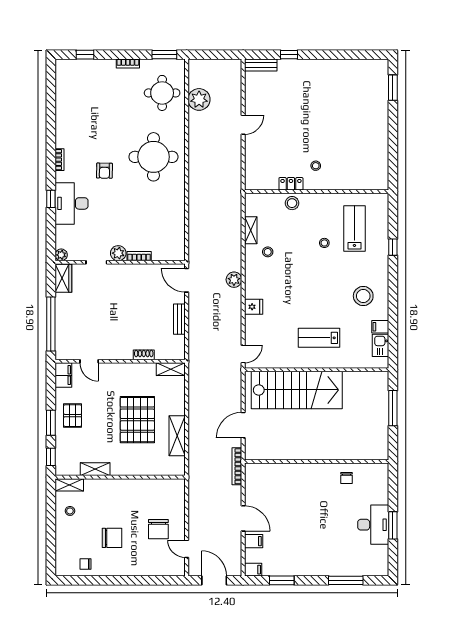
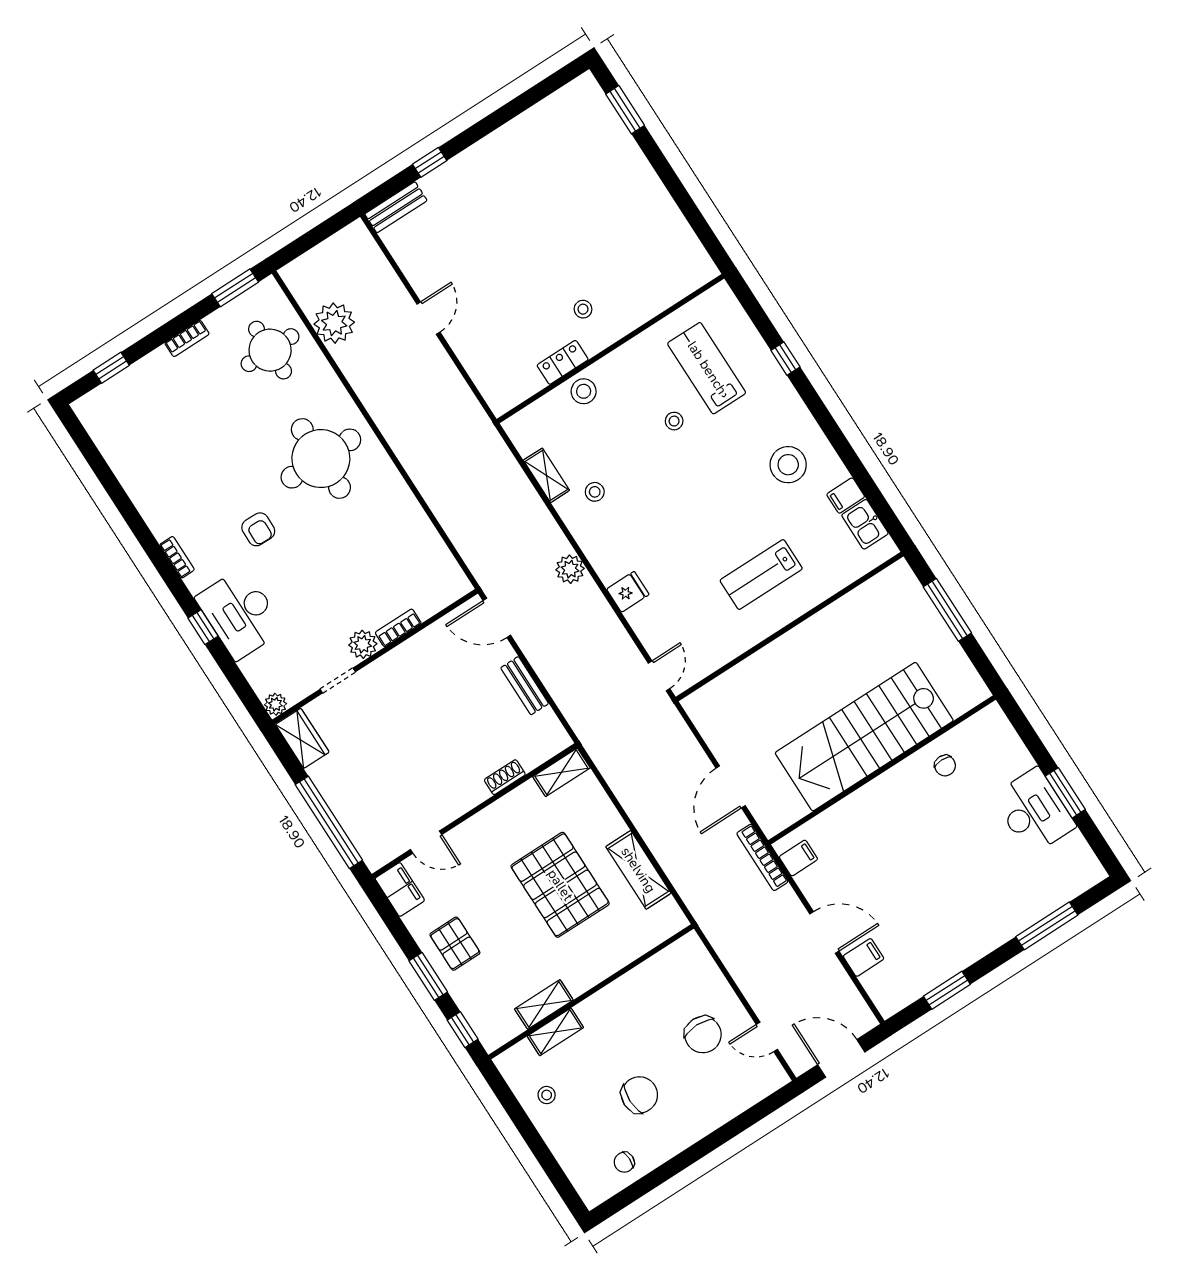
stairs: (297, 390) -> (864, 737), moved, turned 180
shelving: (69, 485) -> (555, 1032), moved
filing cabinet: (253, 570) -> (798, 858), moved

